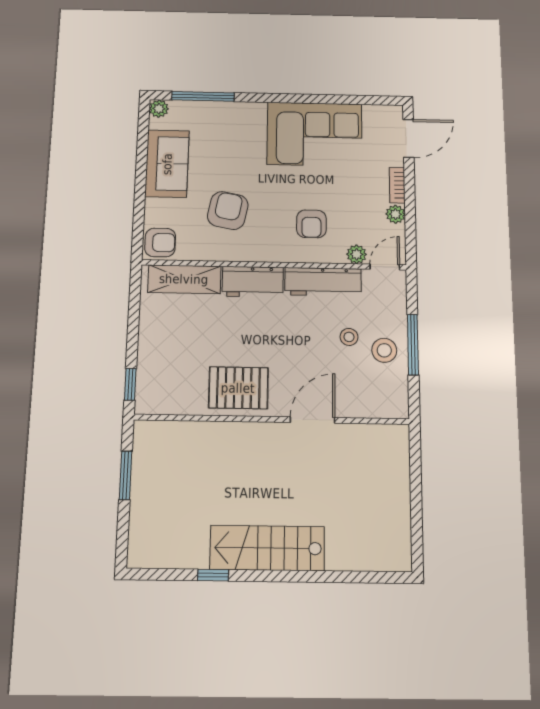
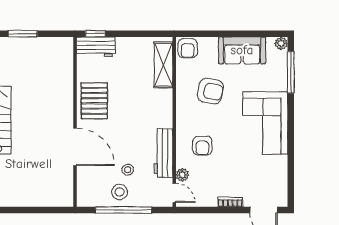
corner sofa: (314, 134) -> (265, 123), moved
plant: (395, 214) -> (210, 200), removed
armchair: (311, 224) -> (202, 146), turned -90
workbench: (253, 282) -> (96, 47), moved, turned -90
window: (413, 345) -> (124, 210), width x1.46
door: (313, 420) -> (75, 147), width x1.36
window: (126, 475) -> (23, 34), moved

